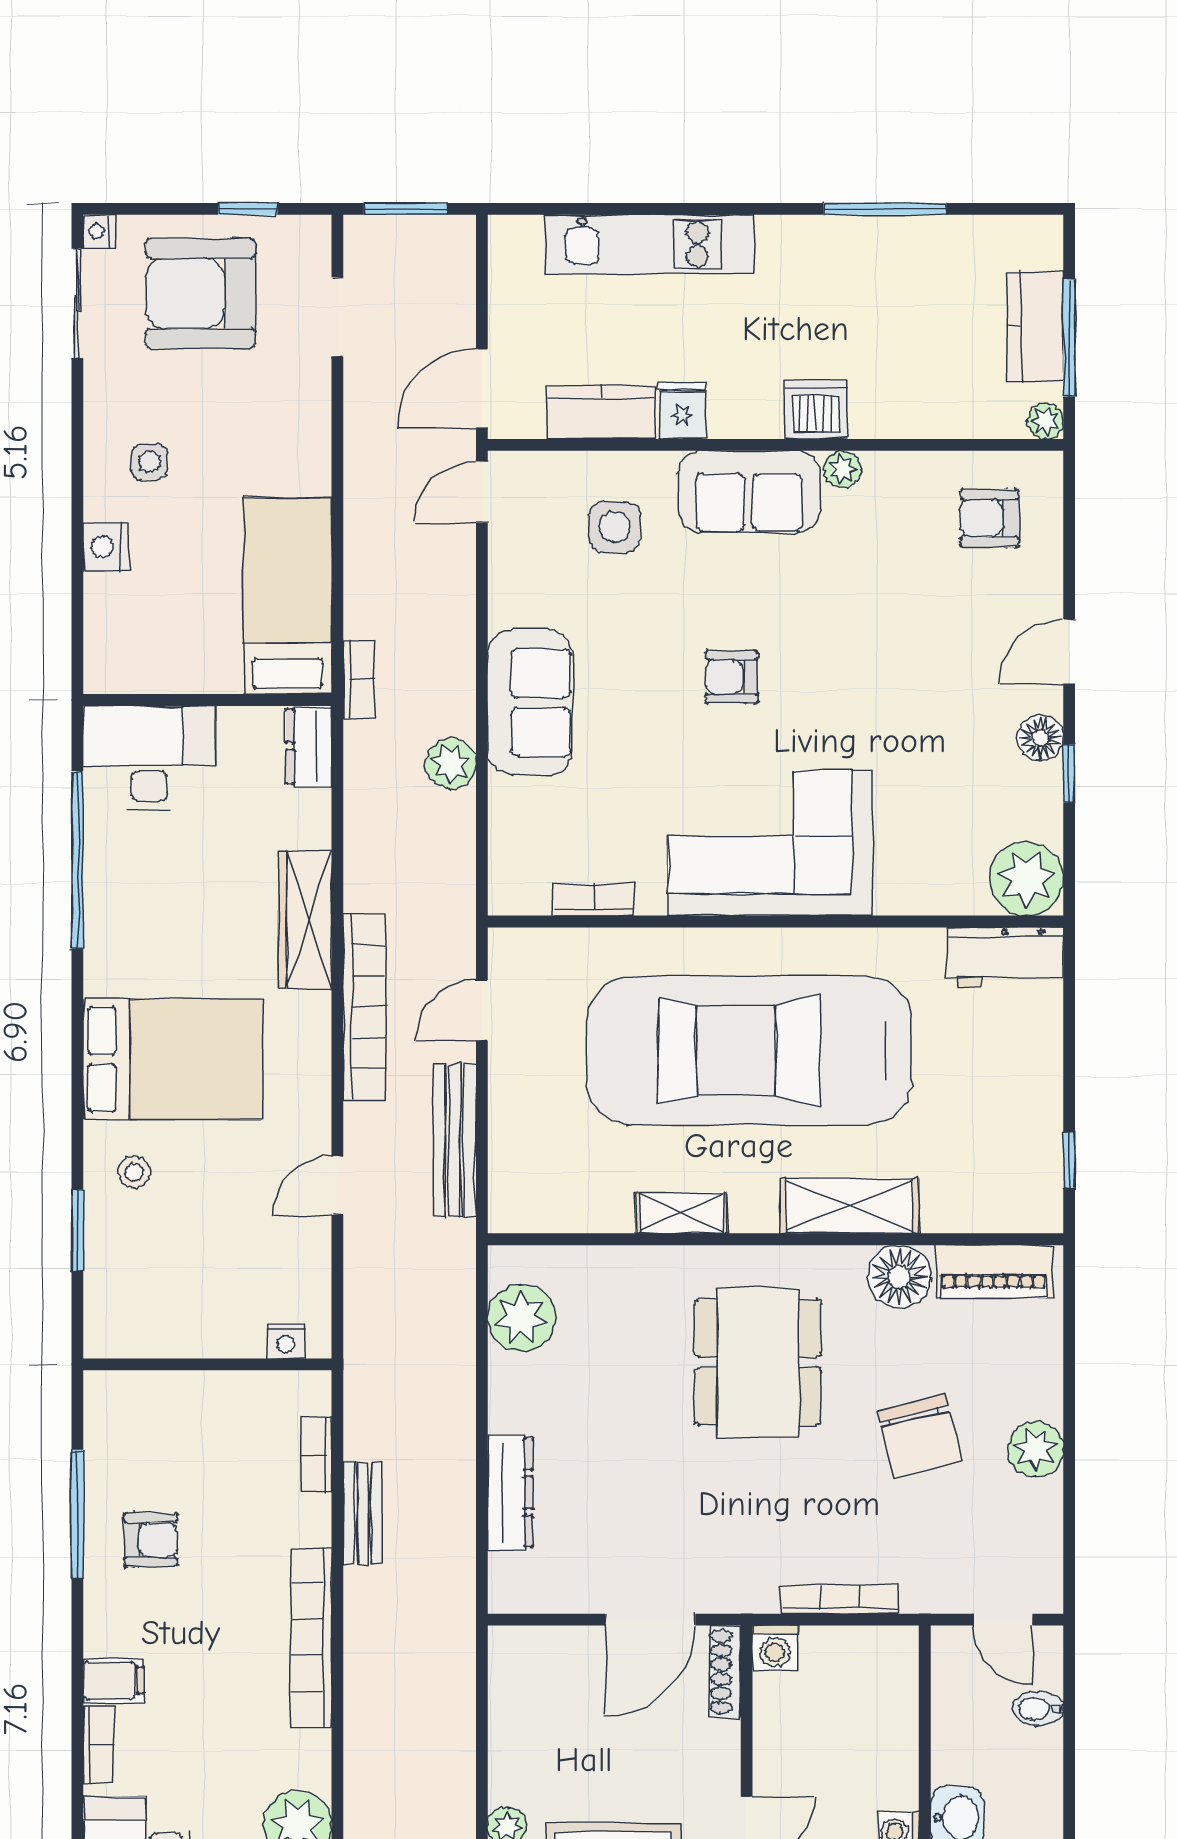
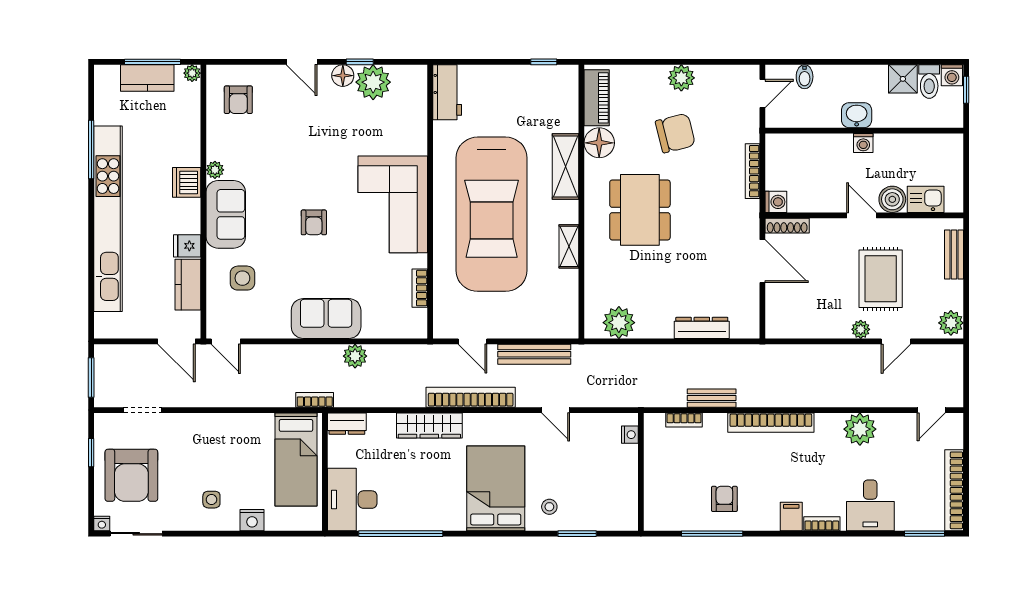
kitchen unit: (649, 244) -> (108, 219), width x1.86
bed: (287, 596) -> (296, 459), moved, turned -90
plant: (1026, 879) -> (373, 82), moved
dining table: (758, 1362) -> (640, 210), turned 90

